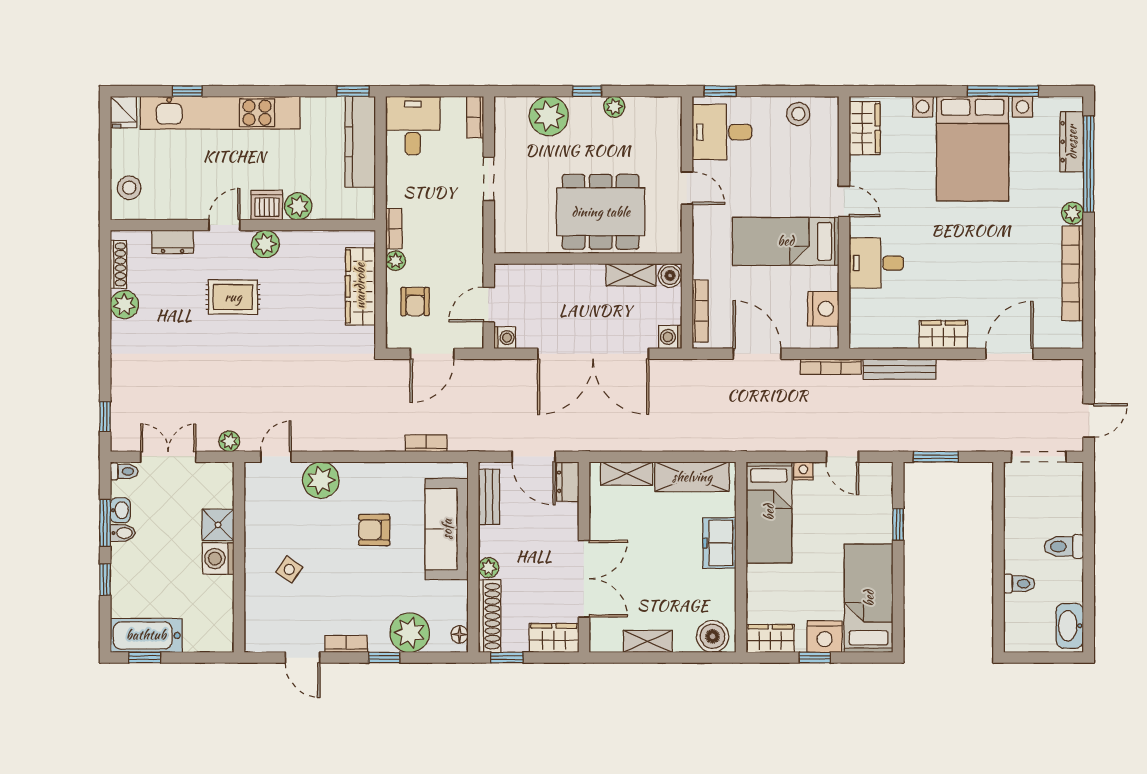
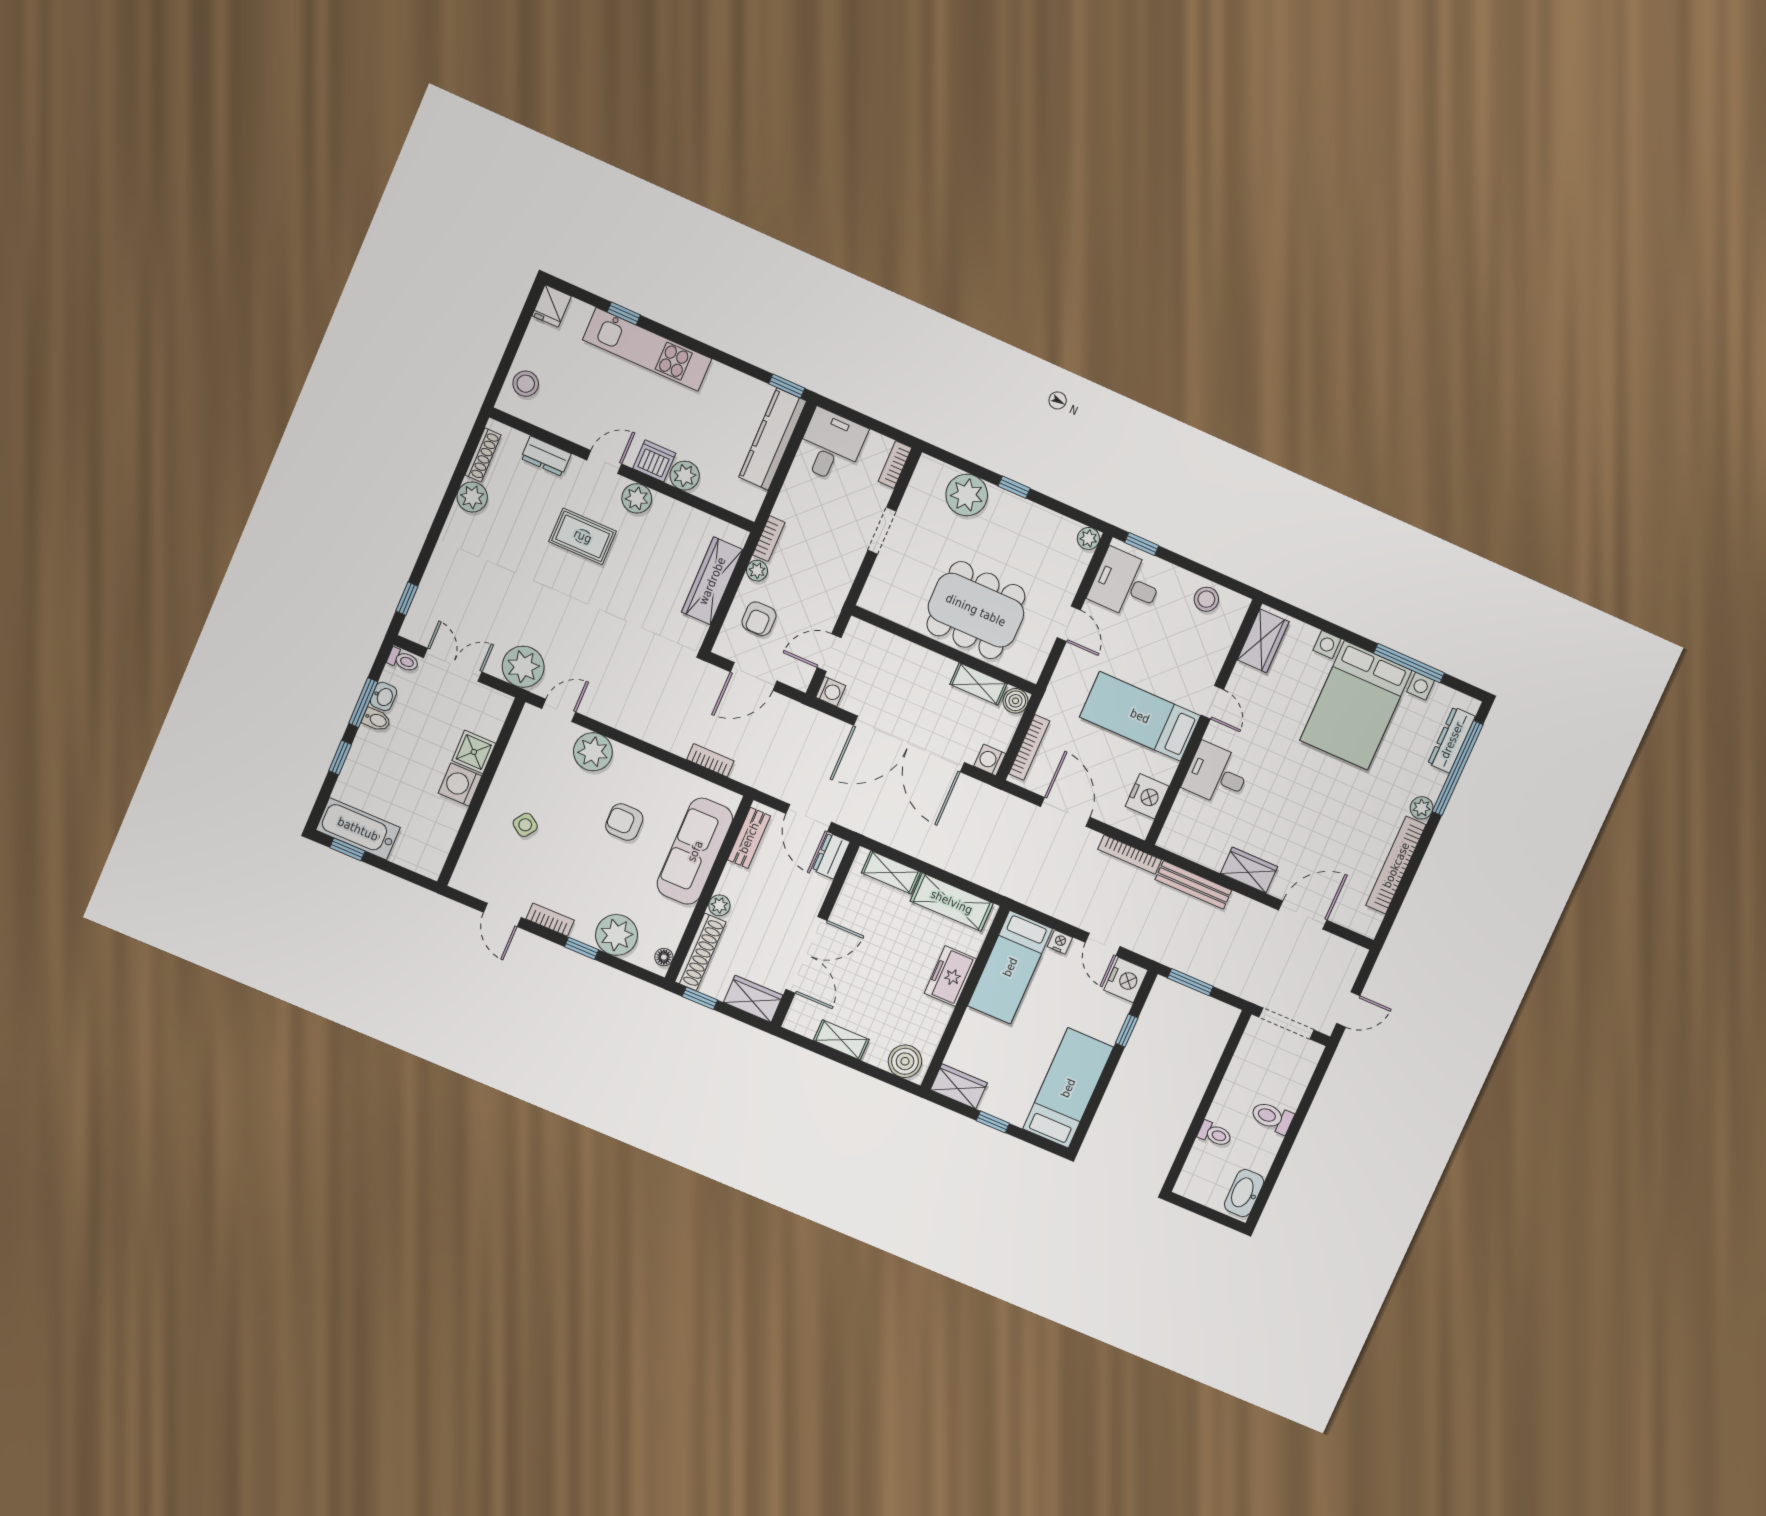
plant: (614, 107) -> (1088, 538), moved
kitchen unit: (220, 113) -> (647, 349), width x0.73
plant: (229, 441) -> (523, 667), width x1.88, depth x1.88
nightstand: (825, 637) -> (1126, 980), moved, turned -90

